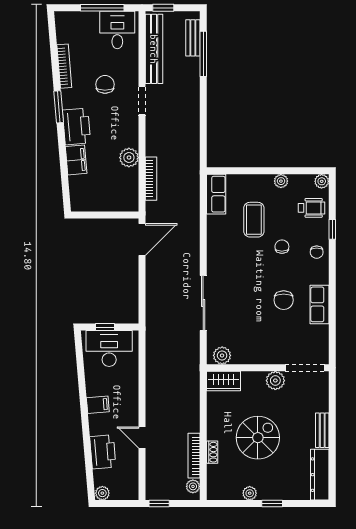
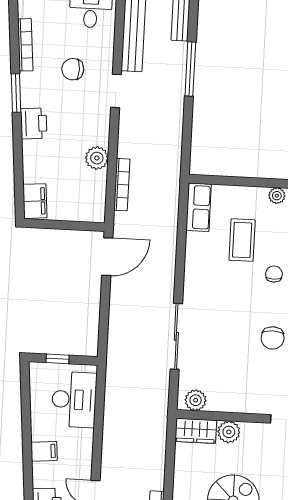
window: (203, 54) -> (190, 69), moved
chair: (105, 84) -> (73, 69), turned -90
printer: (76, 127) -> (34, 123), width x0.73, depth x0.84
filing cabinet: (76, 160) -> (35, 201), moved
desk: (109, 348) -> (74, 400), moved, turned 90
plant: (275, 380) -> (229, 432), moved

